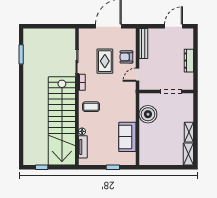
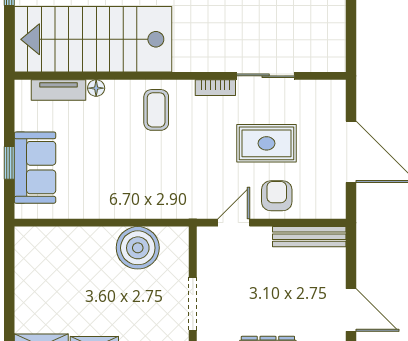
door: (138, 75) -> (234, 223), hinge flipped
stairs: (62, 121) -> (93, 39), width x0.73
sofa: (127, 137) -> (35, 168), moved, turned 90

